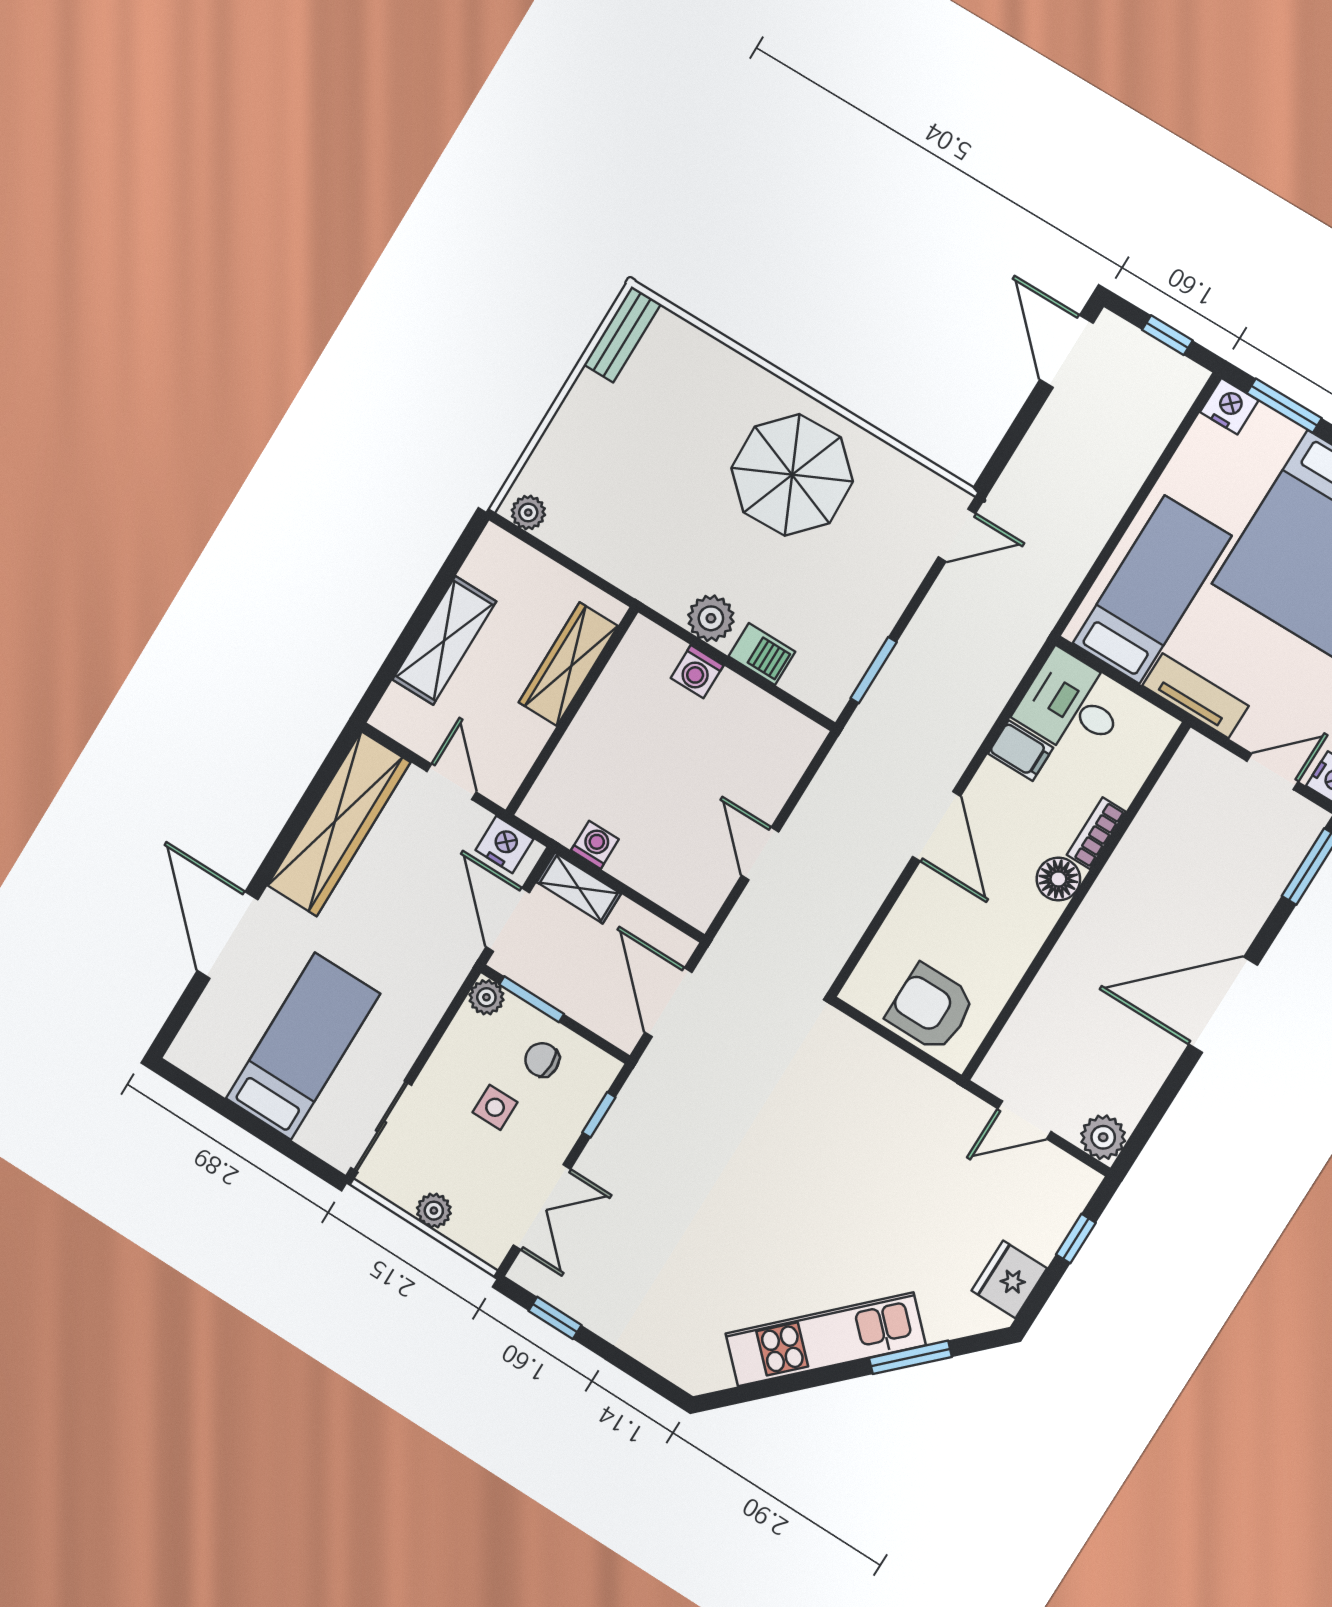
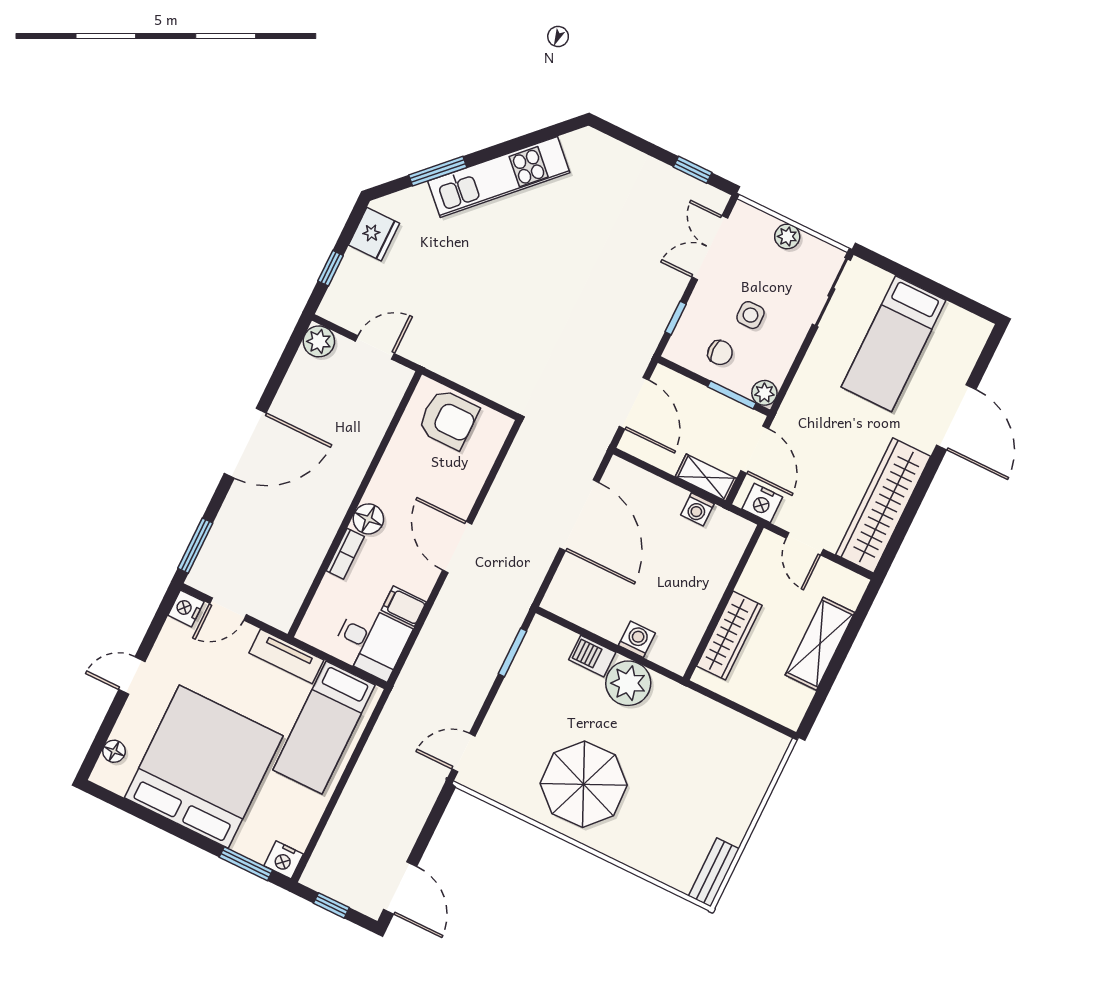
plant: (528, 513) -> (769, 740), removed
plant: (711, 618) -> (628, 683), width x1.36, depth x1.36
door: (760, 854) -> (579, 515), width x1.88

